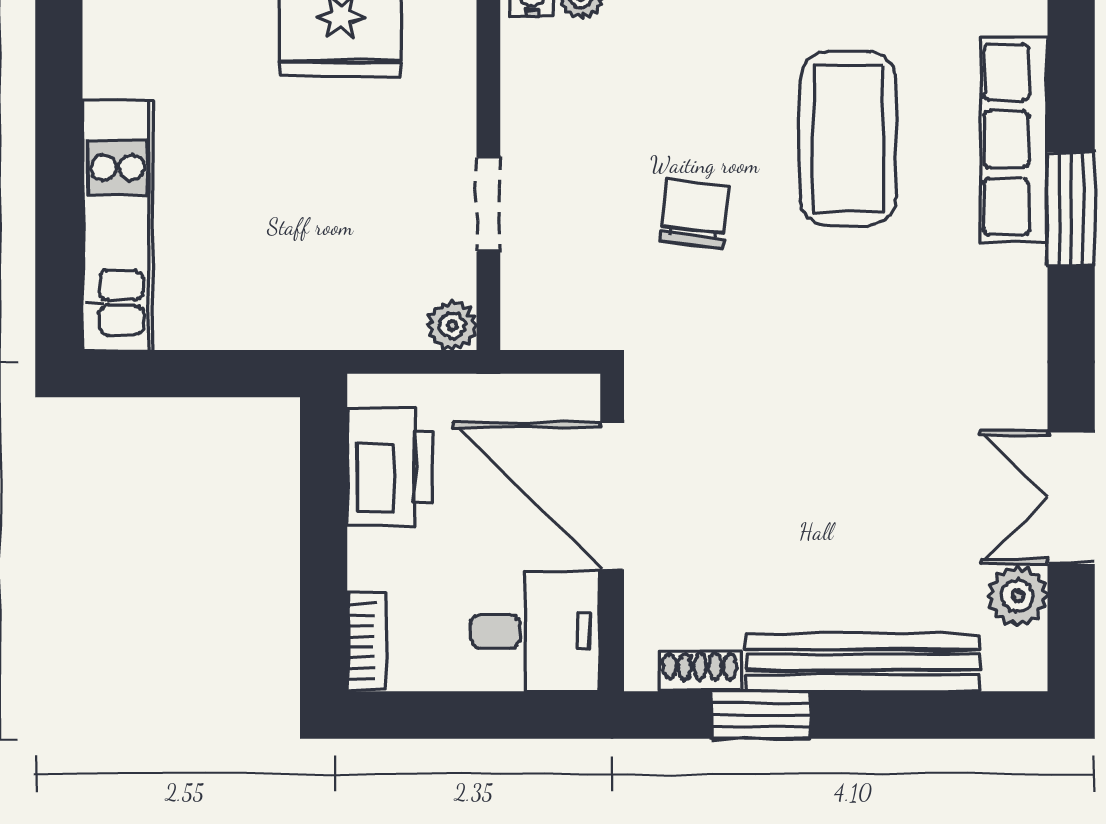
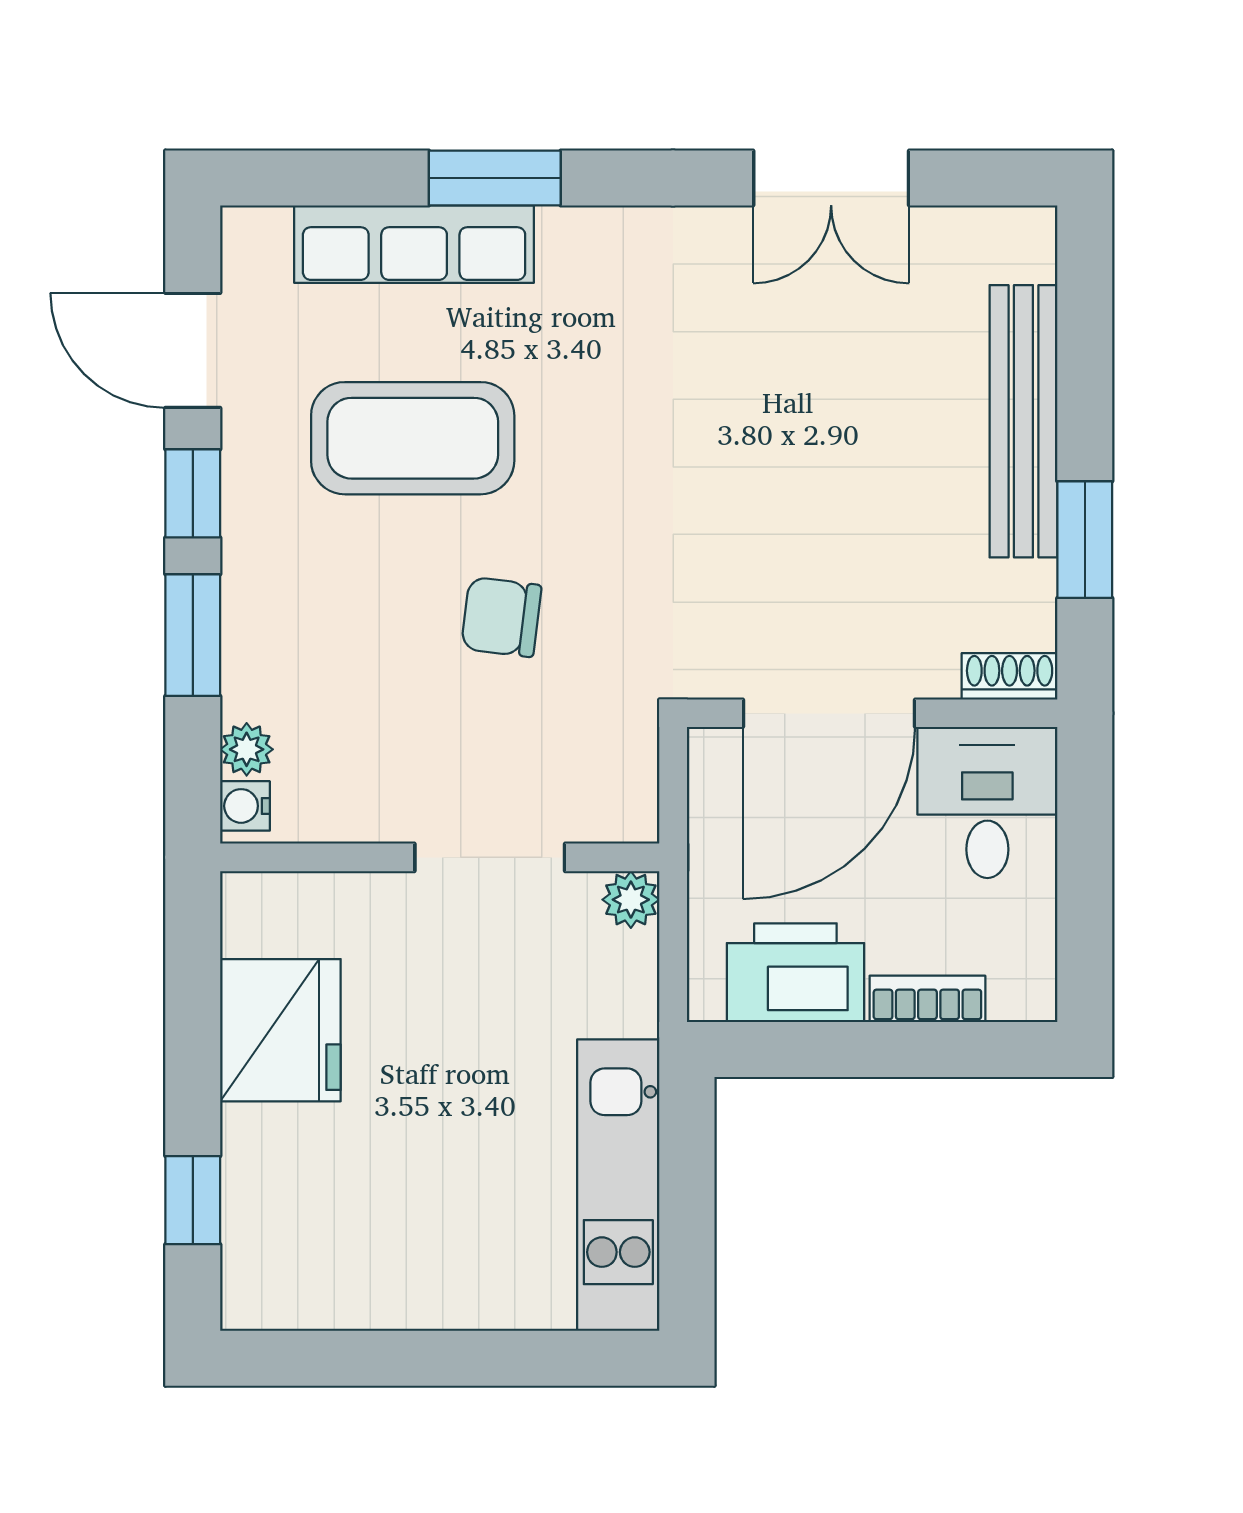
doorway: (488, 205) -> (490, 857), width x1.38
kitchen unit: (118, 225) -> (618, 1185), moved, turned -90
plant: (1017, 596) -> (946, 241), removed
bookcase: (367, 642) -> (927, 999), moved
shoe rack: (700, 672) -> (1010, 676), moved, turned 90

